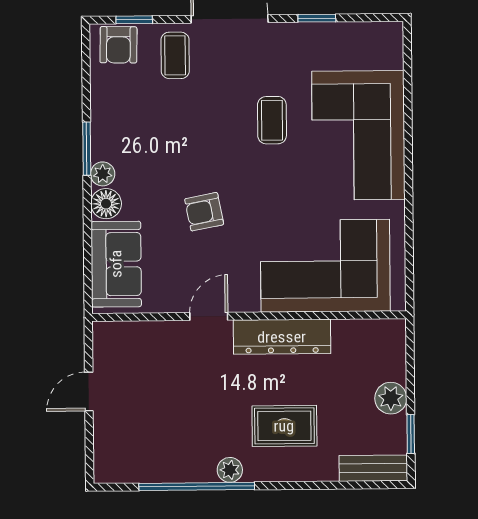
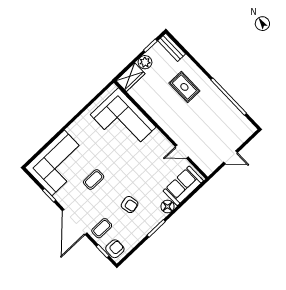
corner sofa: (358, 135) -> (58, 163), moved
plant: (103, 174) -> (159, 216), removed
armchair: (204, 212) -> (130, 205), moved
door: (209, 316) -> (182, 152), moved
dresser: (282, 337) -> (158, 114), removed
wardrobe: (389, 349) -> (131, 77), added
plant: (230, 470) -> (214, 91), removed

